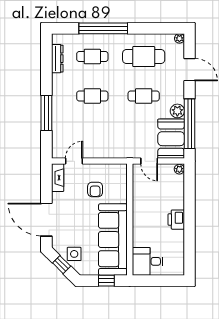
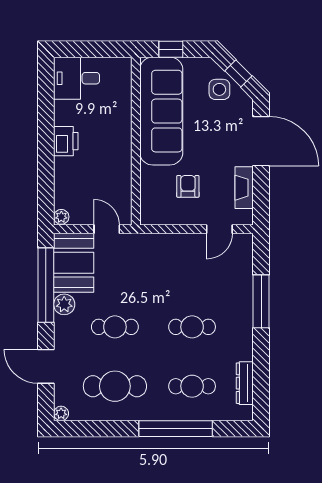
fireplace: (58, 178) -> (244, 188), moved
desk: (147, 261) -> (77, 78), moved, turned 180

